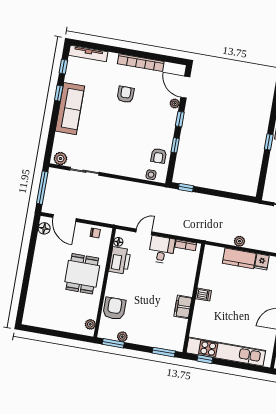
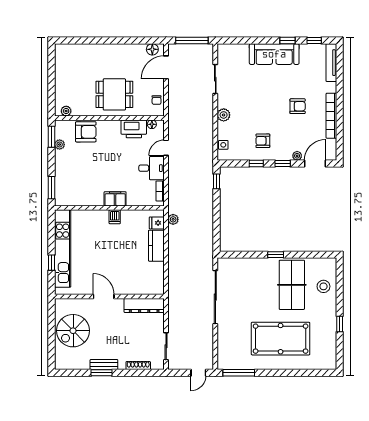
armchair: (159, 156) -> (263, 141), moved
plant: (60, 159) -> (224, 115), moved
door: (144, 232) -> (166, 148), swing flipped
plant: (239, 241) -> (173, 219), moved
fridge: (262, 262) -> (157, 223), moved
filing cabinet: (183, 307) -> (115, 199), moved
window: (205, 359) -> (52, 263), moved

